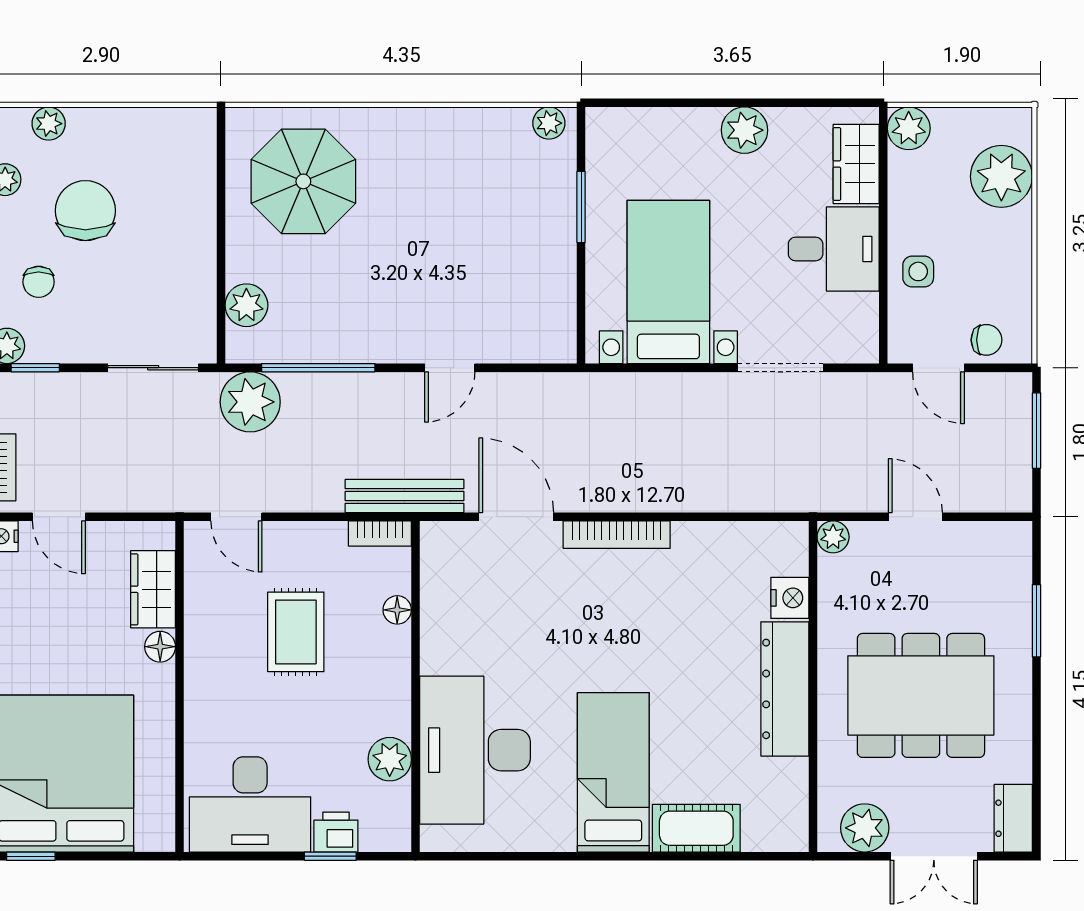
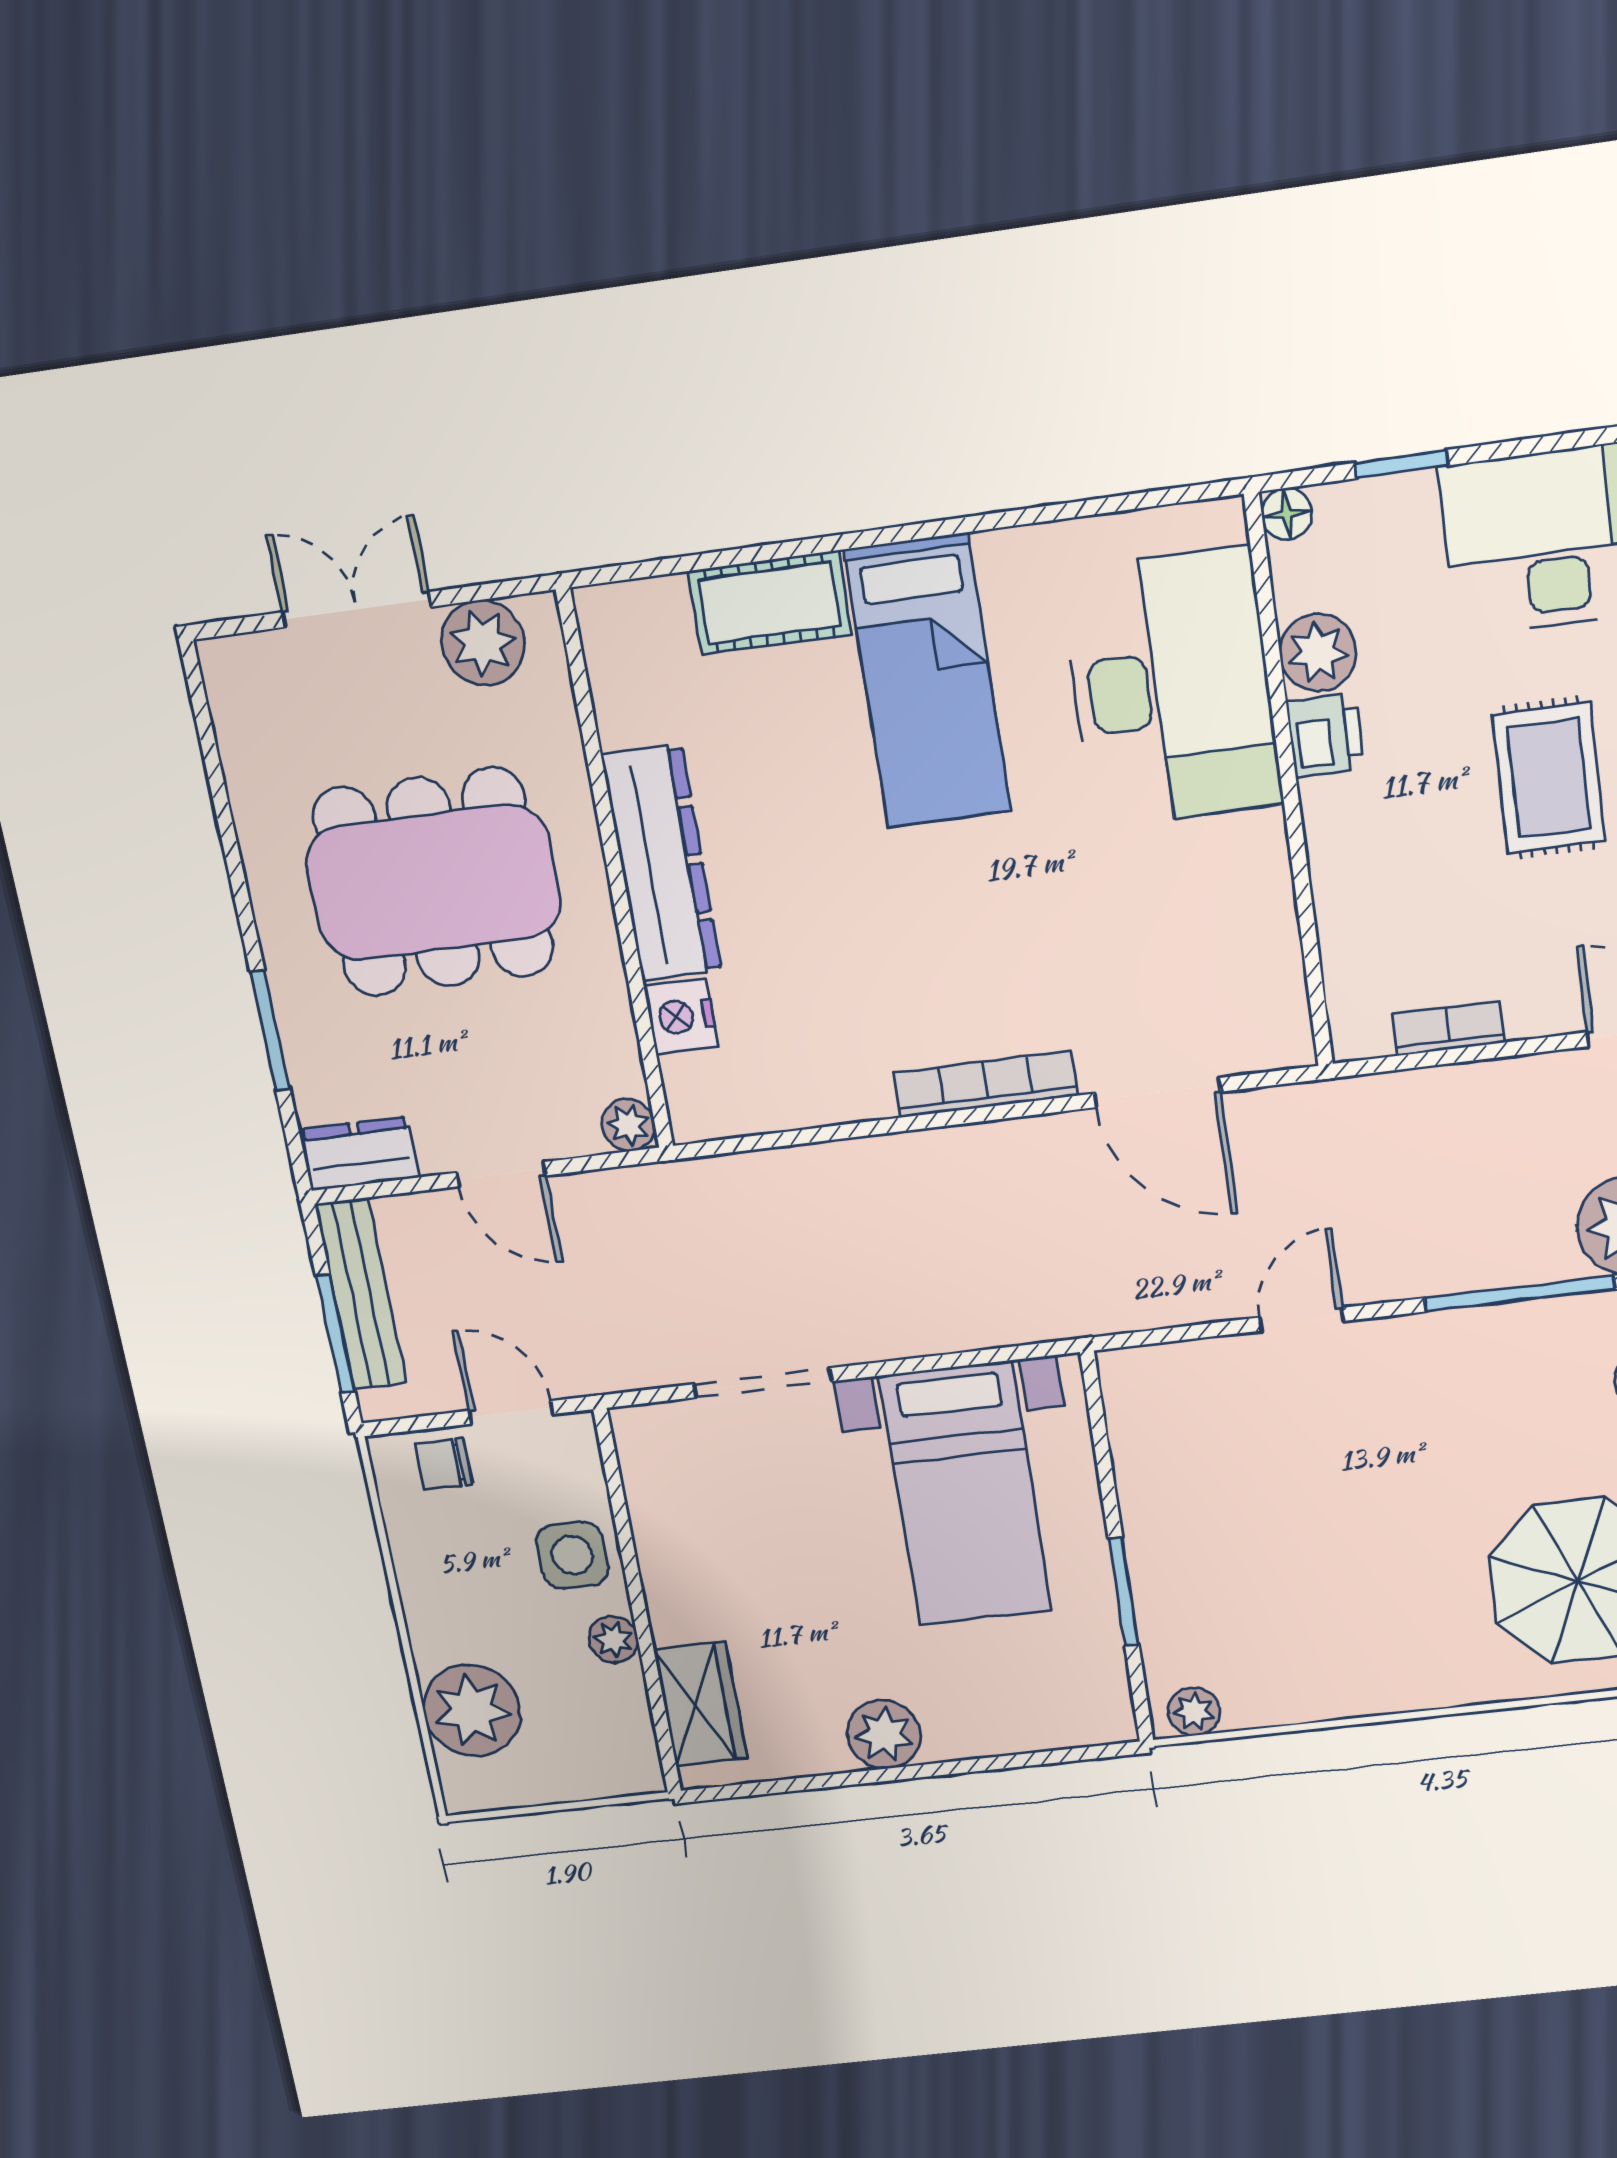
plant: (909, 128) -> (614, 1640), moved, width x0.73, depth x0.73
desk: (834, 249) -> (712, 1574), removed
side table: (918, 271) -> (572, 1555), width x1.37, depth x1.37
bench: (405, 496) -> (361, 1294), moved, turned 90
bookcase: (380, 533) -> (1448, 1028), moved
floor lamp: (397, 610) -> (1287, 514), moved
rug: (296, 632) -> (1549, 778), moved
dresser: (1013, 818) -> (359, 1154), moved, turned -90
printer: (336, 832) -> (1325, 735), moved, turned -90

